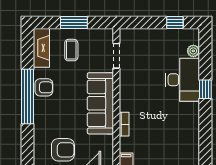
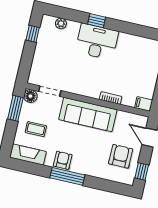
window: (74, 22) -> (15, 108), moved
floor lamp: (106, 36) -> (30, 96), added
desk: (182, 80) -> (97, 42), moved
window: (27, 97) -> (67, 176), width x0.68

